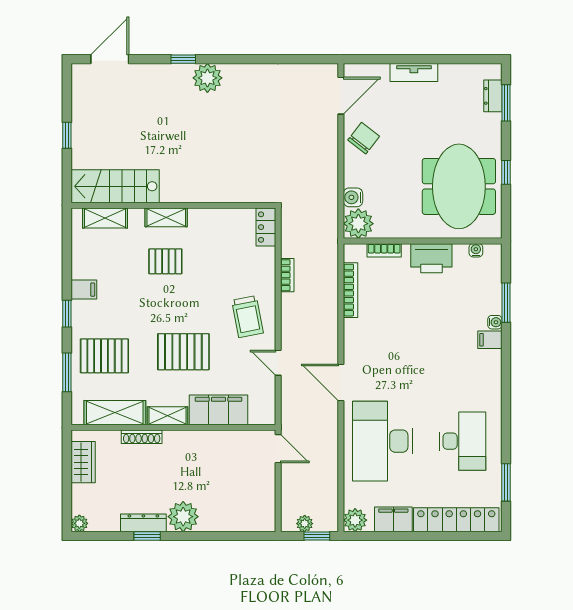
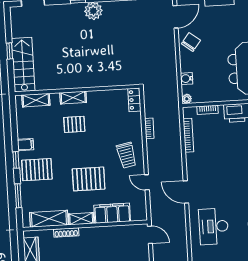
stairs: (115, 186) -> (23, 65), moved, turned 90
plant: (358, 224) -> (187, 99), width x0.53, depth x0.53
pallet: (104, 356) -> (37, 170), moved
desk: (383, 441) -> (214, 226), width x0.73, depth x0.77

